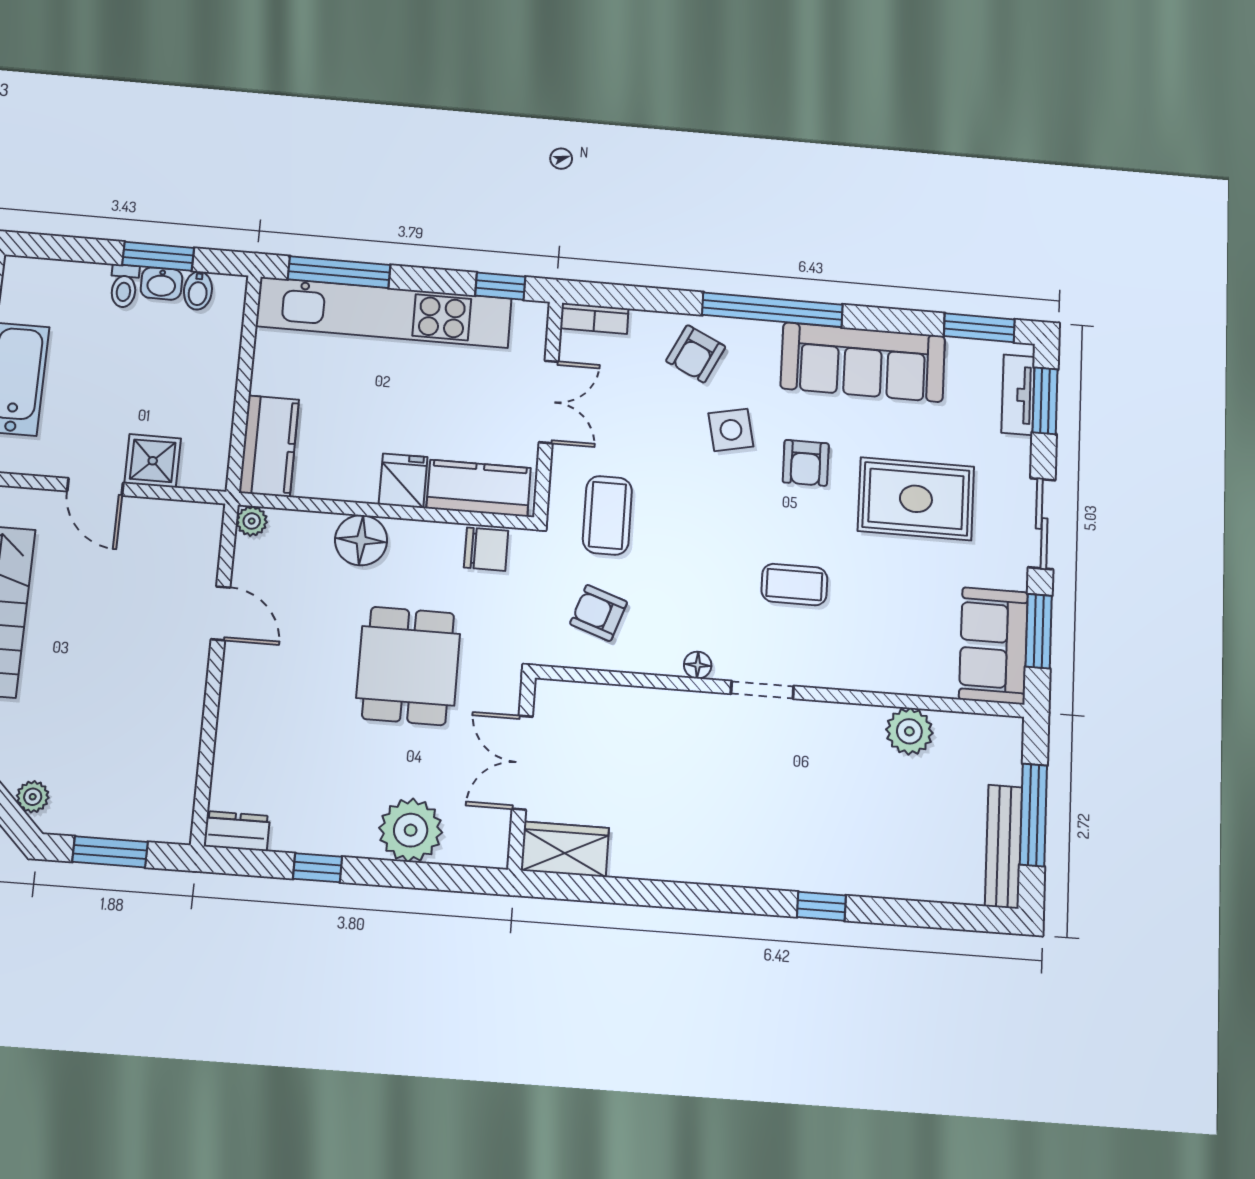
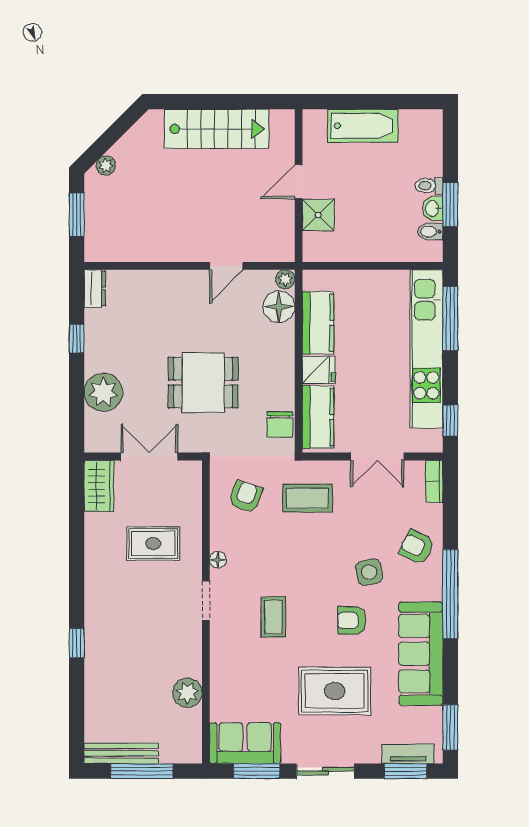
kitchen counter: (269, 446) -> (318, 323), moved, turned -90
rug: (916, 499) -> (335, 691), turned 90
floor lamp: (361, 540) -> (279, 307), moved
rug: (665, 767) -> (153, 543), added

